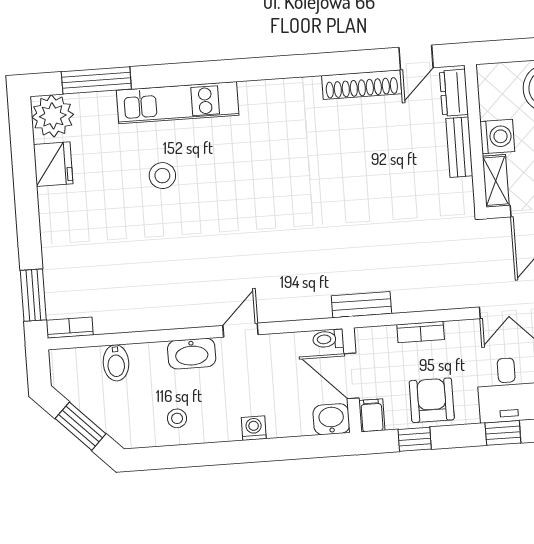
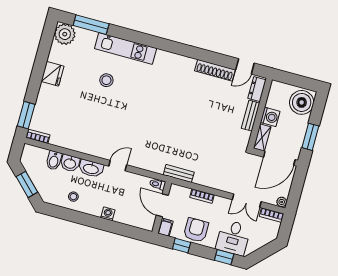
fridge: (53, 164) -> (52, 74), moved
washbasin: (331, 419) -> (70, 163), moved, turned 180

